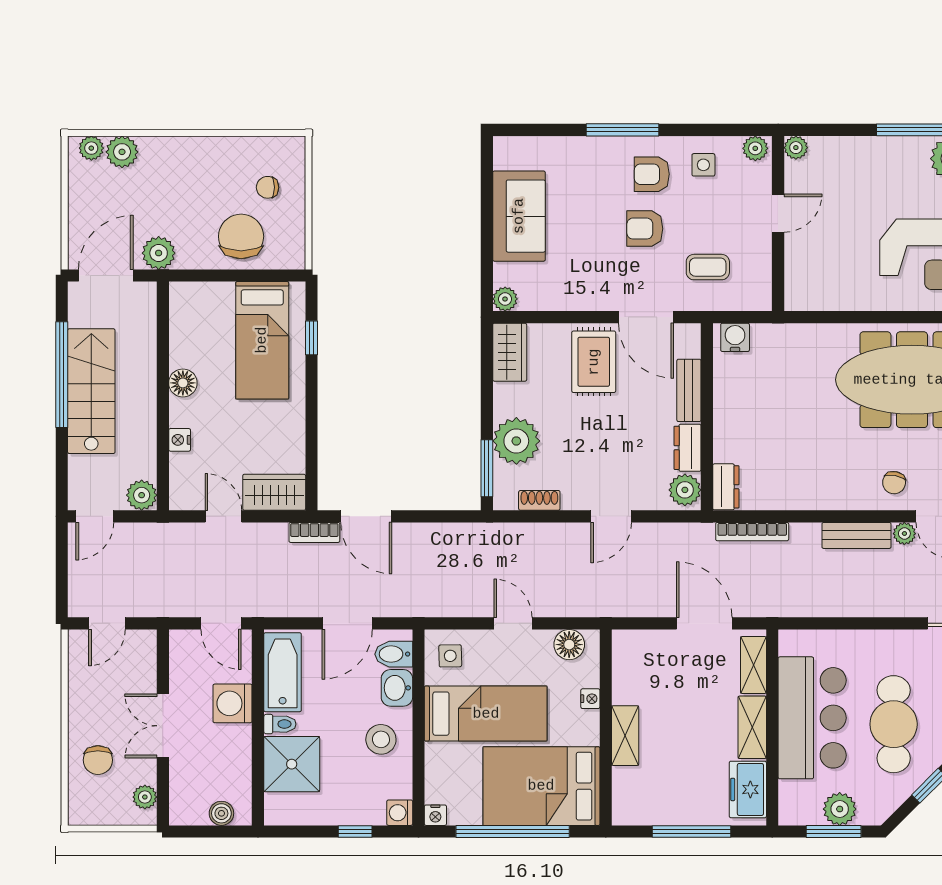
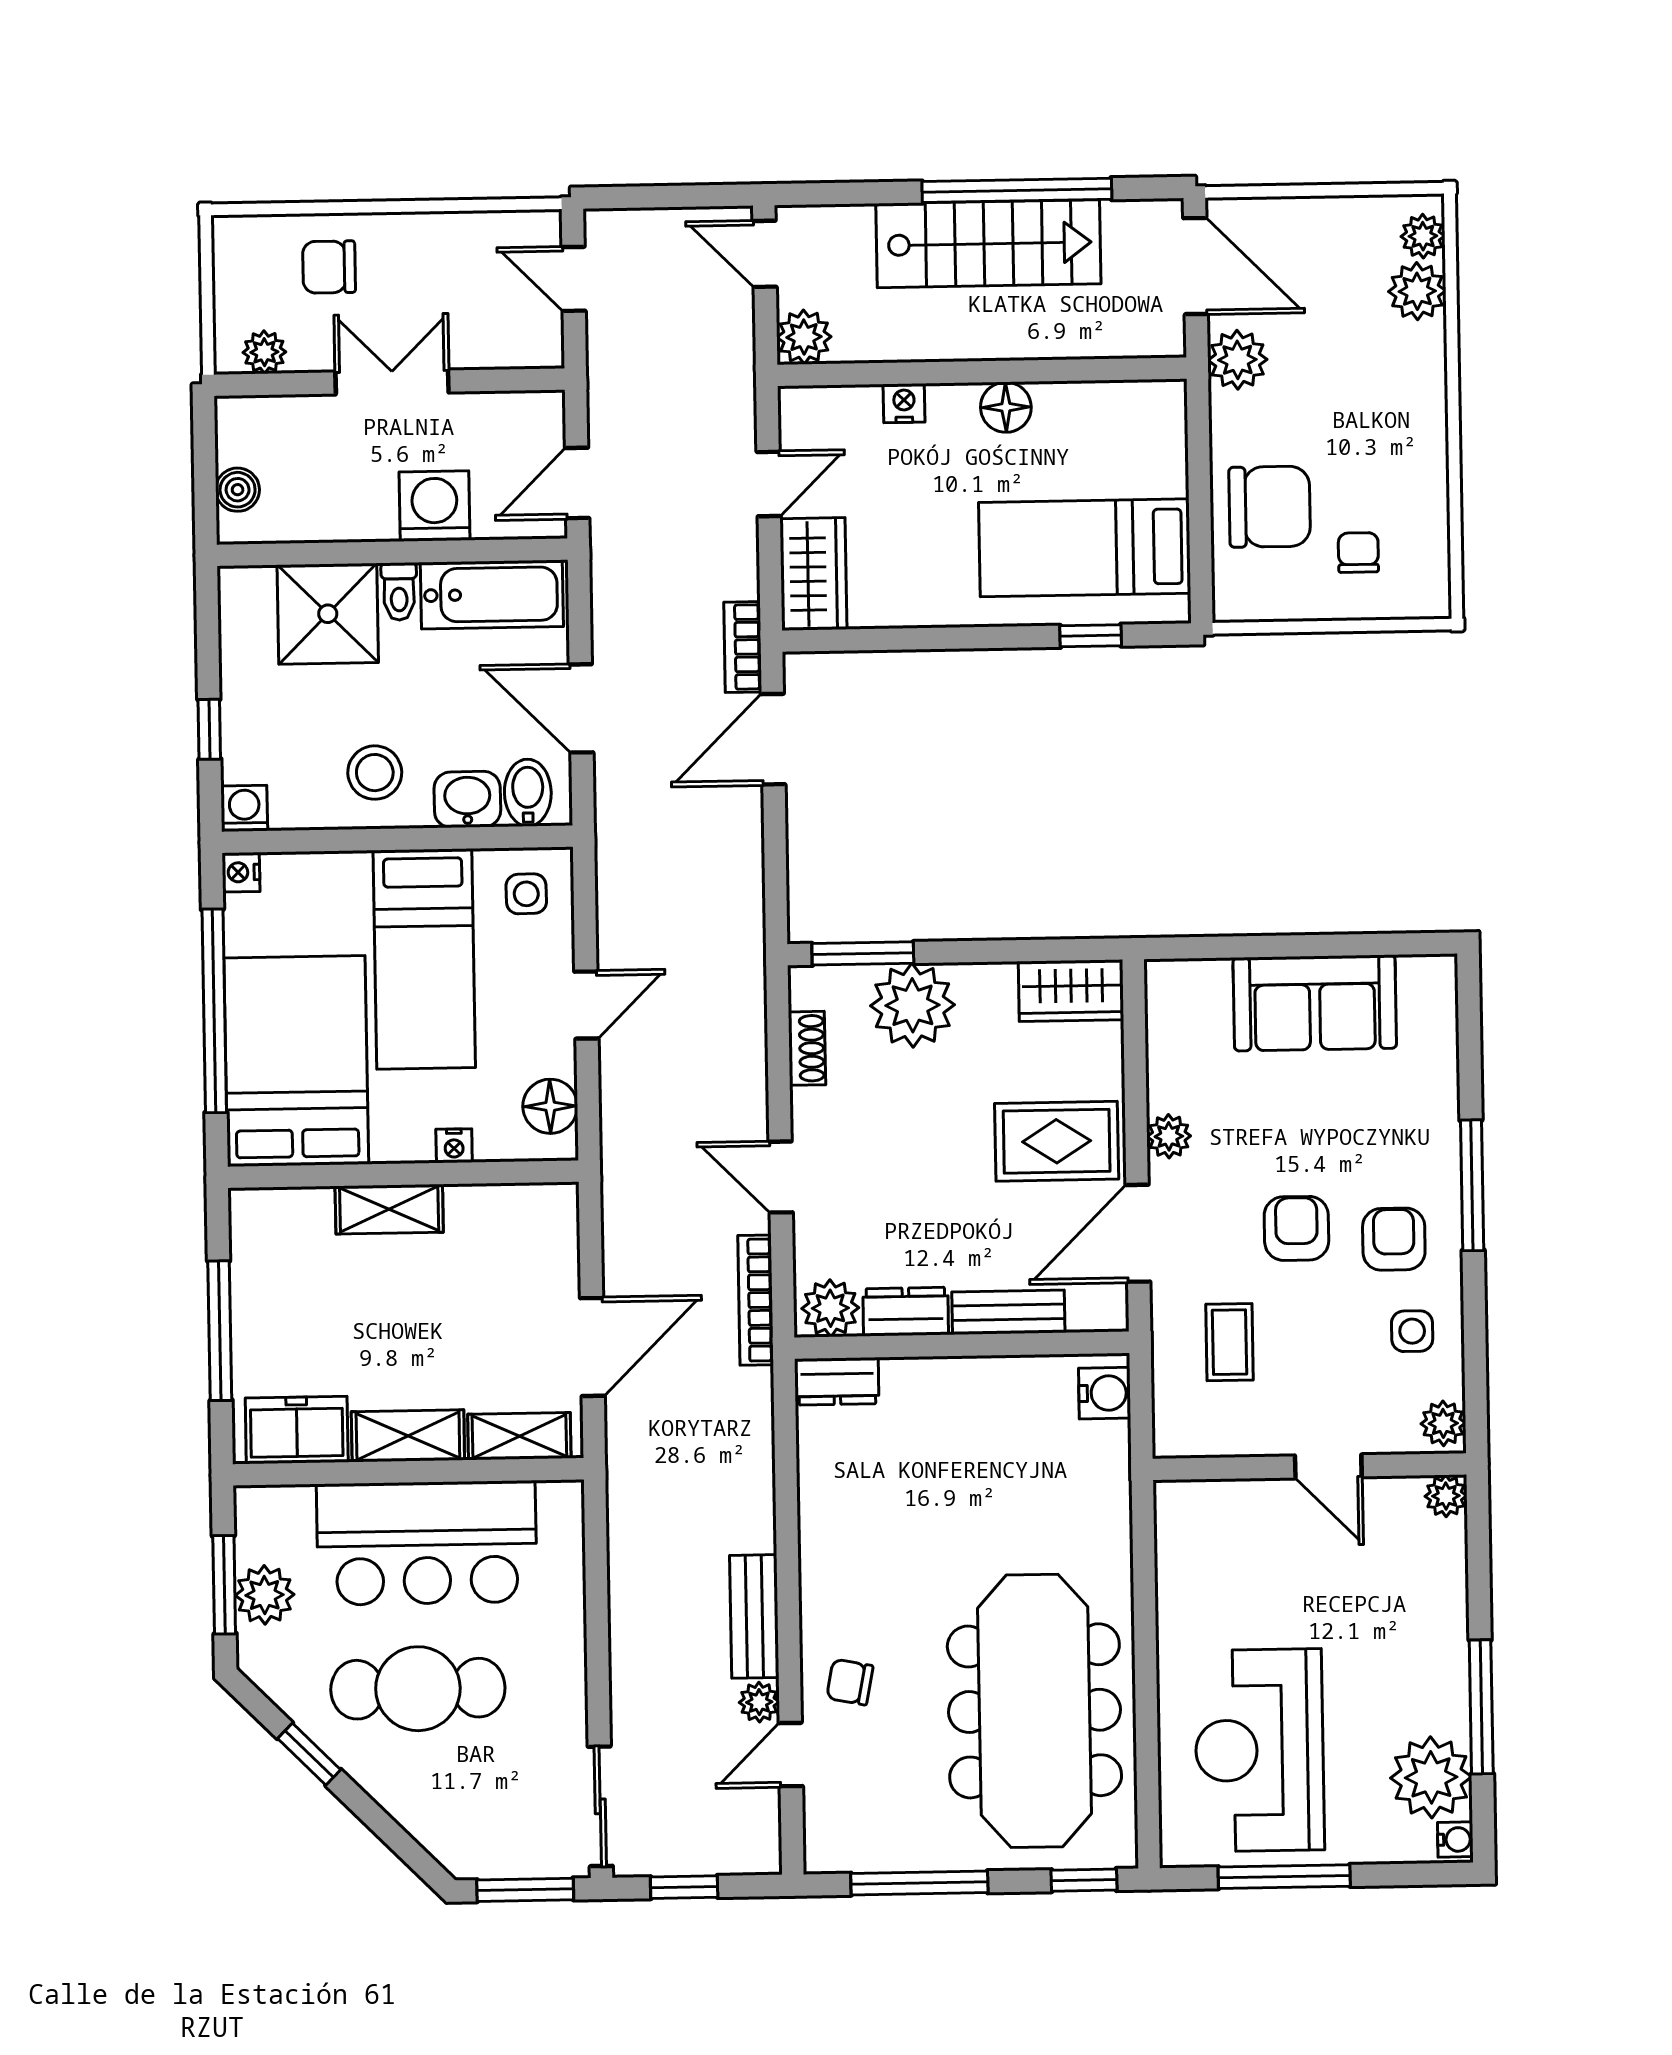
plant: (505, 299) -> (1169, 1136), moved
bookcase: (752, 532) -> (756, 1300), moved

